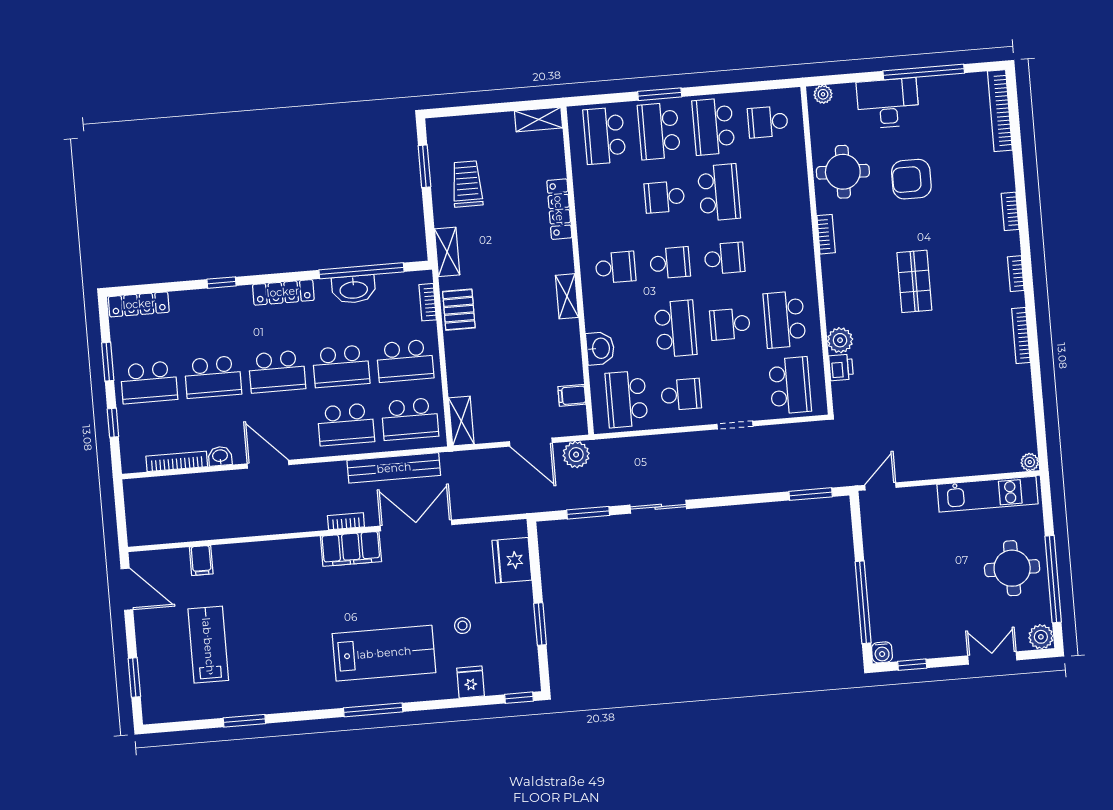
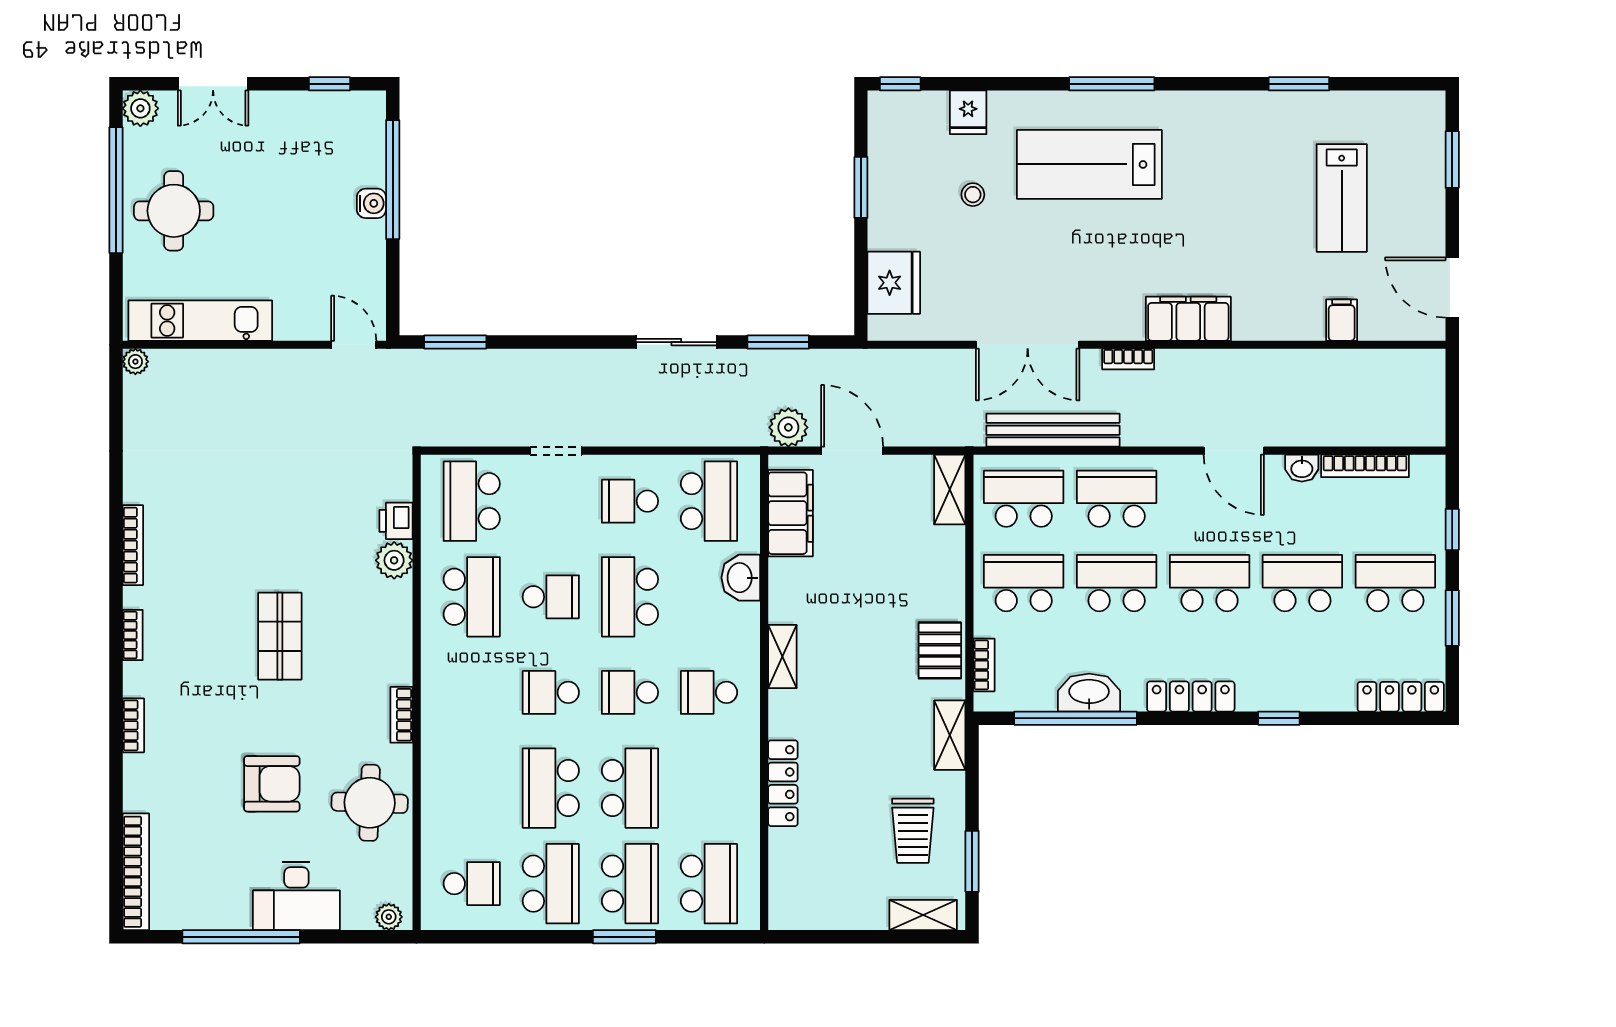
shelving: (539, 119) -> (923, 915), moved
school desk: (664, 197) -> (630, 788), width x1.85
filing cabinet: (572, 395) -> (791, 513), width x3.00, depth x1.17
door: (880, 486) -> (354, 345), swing flipped
filing cabinet: (351, 549) -> (1188, 319), moved
water cooler: (882, 652) -> (371, 203), moved, turned 90

